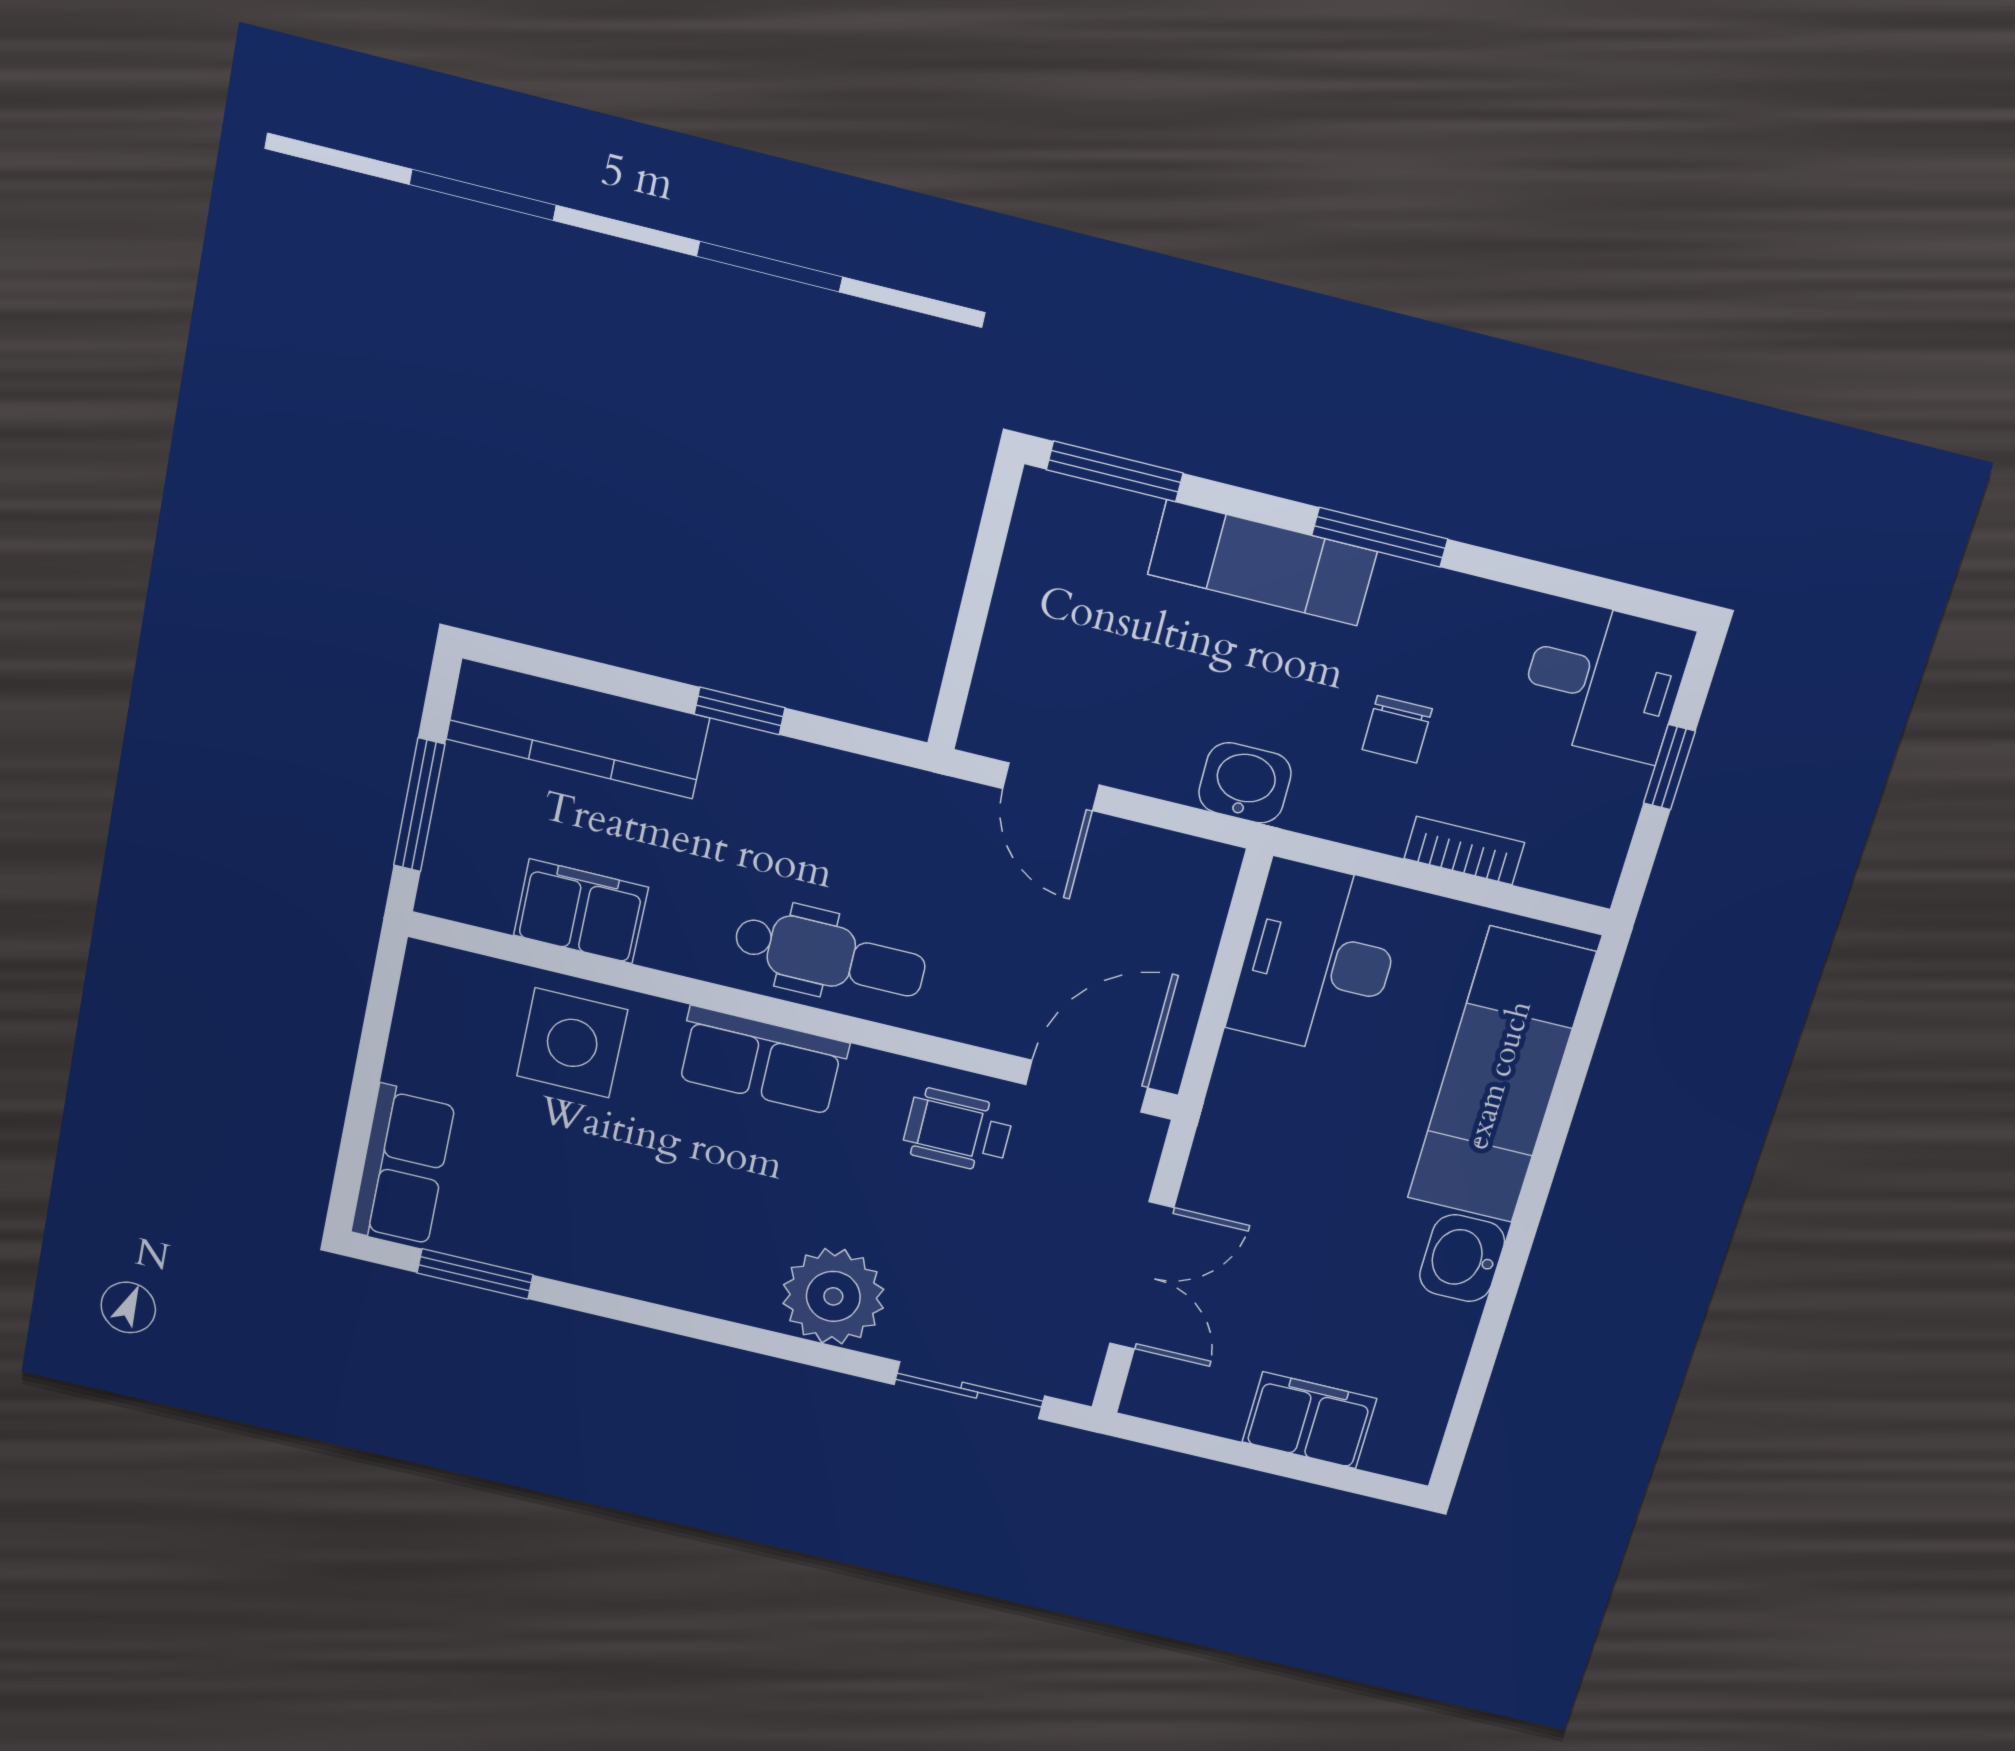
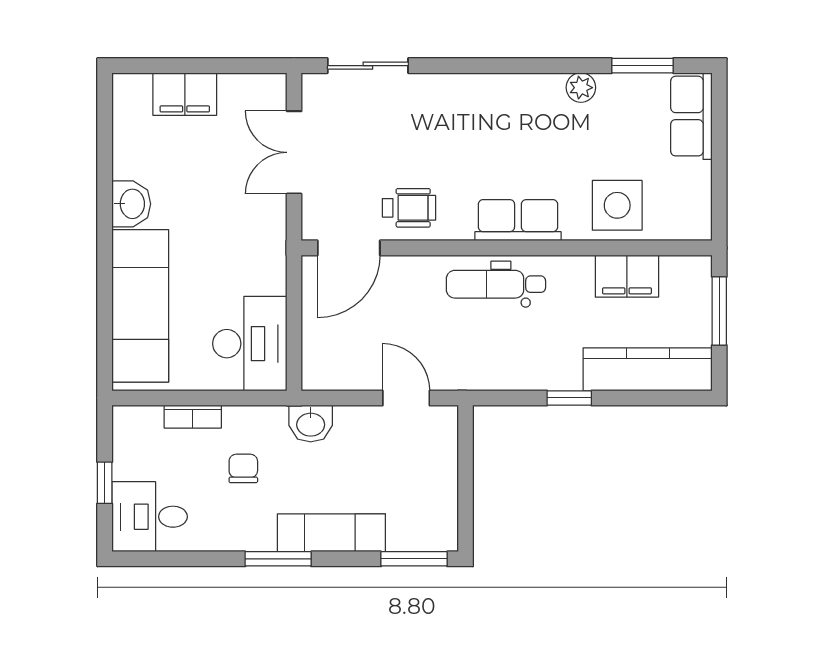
plant: (833, 1296) -> (581, 88), moved, width x0.53, depth x0.53

